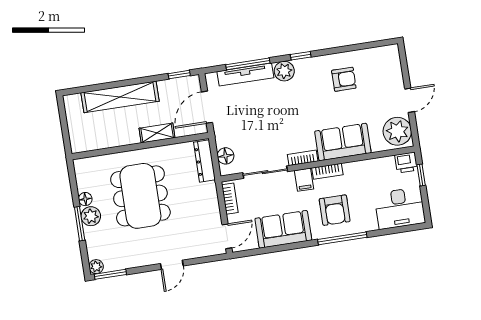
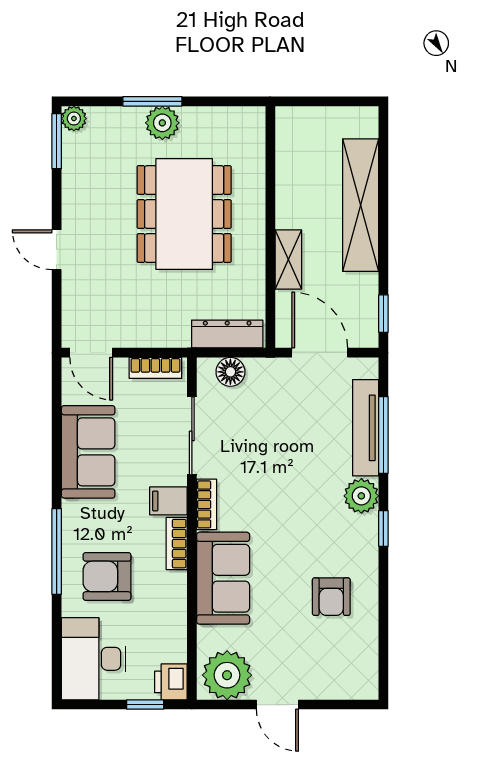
dining table: (140, 196) -> (184, 214), turned 90
floor lamp: (85, 199) -> (193, 118), removed
armchair: (335, 210) -> (107, 576), moved

